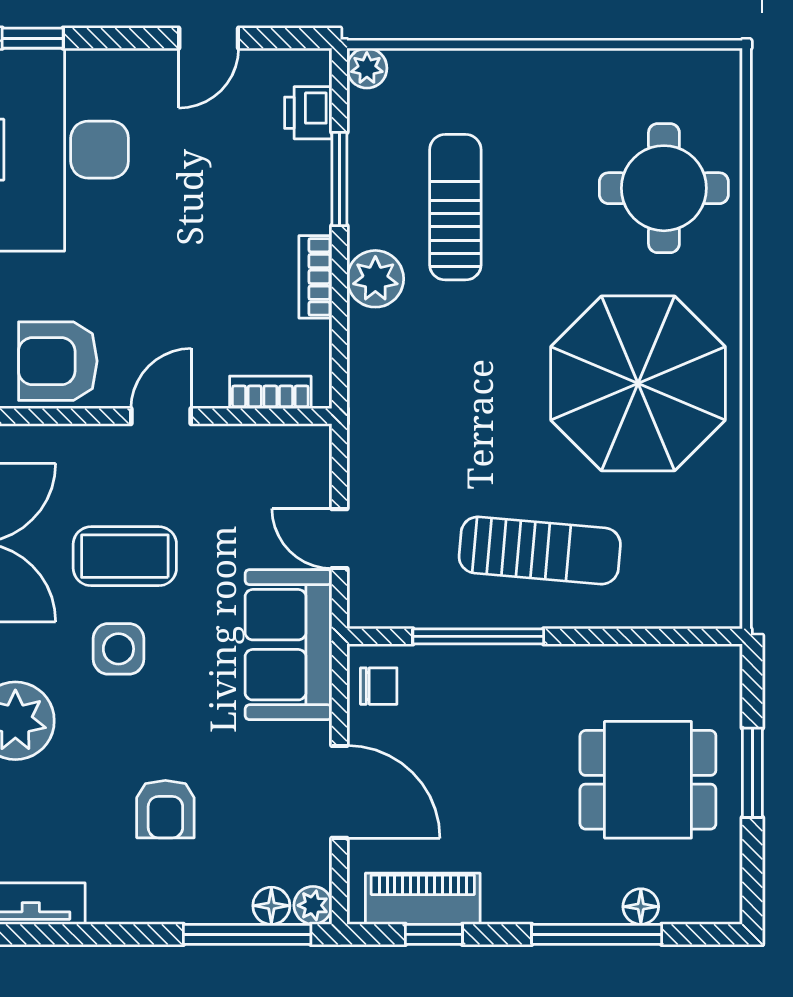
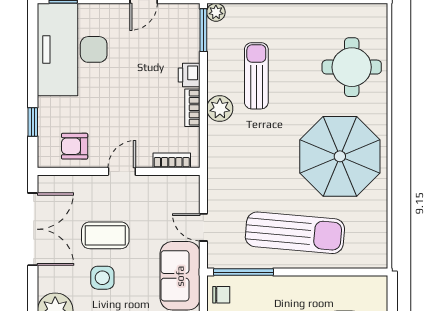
printer: (308, 113) -> (189, 75), moved
window: (339, 179) -> (203, 30), moved
armchair: (58, 361) -> (75, 146), width x0.72, depth x0.72
sun lounger: (540, 550) -> (295, 233), width x1.36, depth x1.34
window: (478, 636) -> (243, 272), moved

